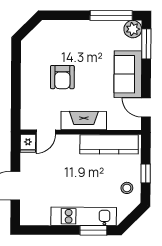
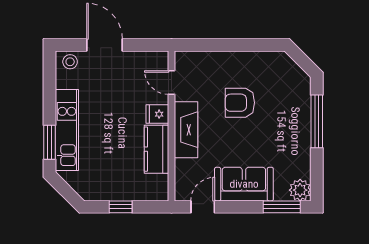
window: (111, 15) -> (317, 121), moved
fridge: (28, 143) -> (157, 114), moved
kitchen counter: (109, 144) -> (157, 149), width x0.67
stool: (127, 188) -> (70, 62), moved

